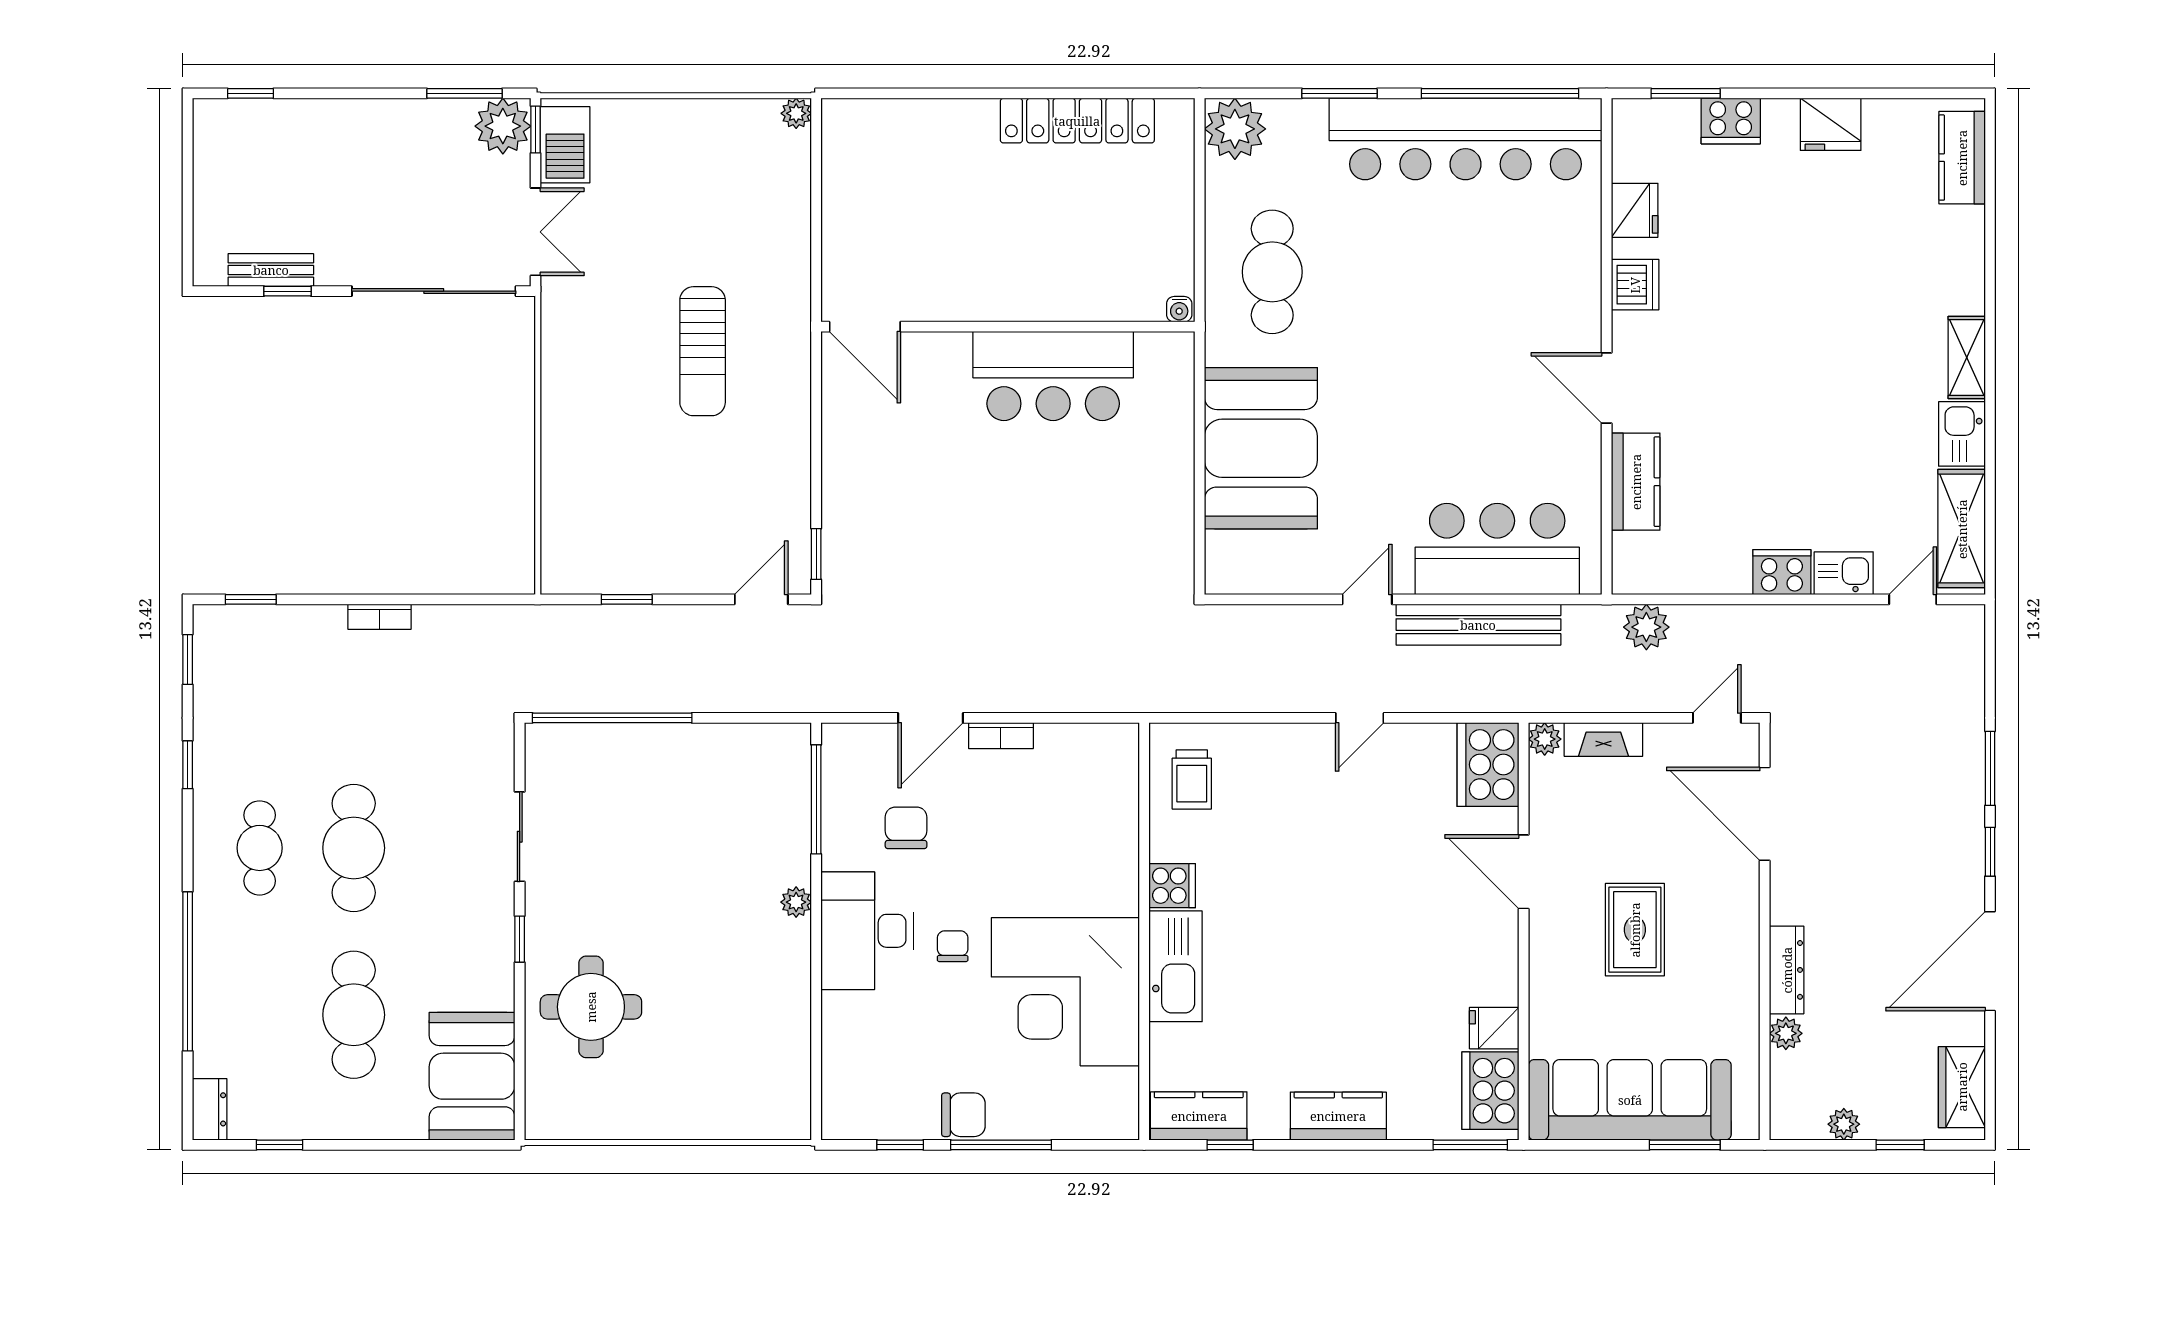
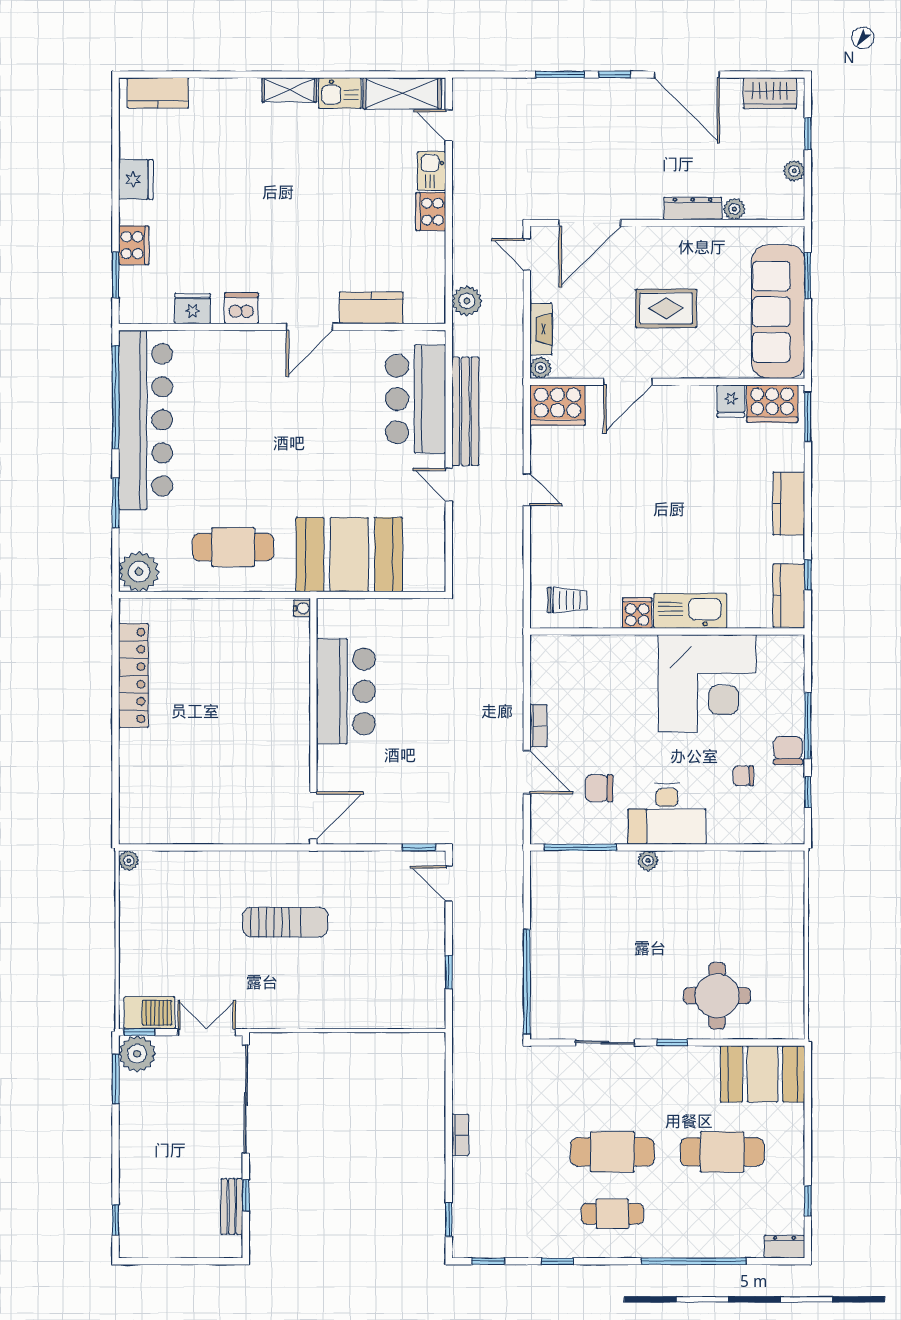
water cooler: (1179, 309) -> (302, 608), moved
door: (865, 327) -> (313, 815), moved
wall: (1008, 327) -> (313, 721), moved
bar counter: (1053, 376) -> (346, 691), moved
chair: (953, 946) -> (743, 776), moved

